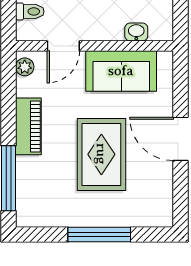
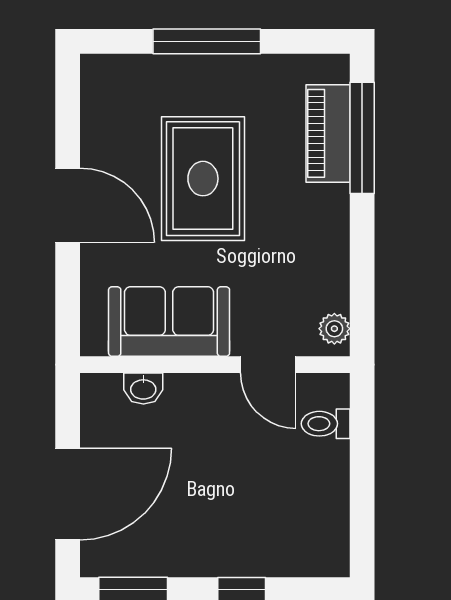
door: (63, 46) -> (268, 365), swing flipped
piano: (28, 126) -> (328, 133), moved

